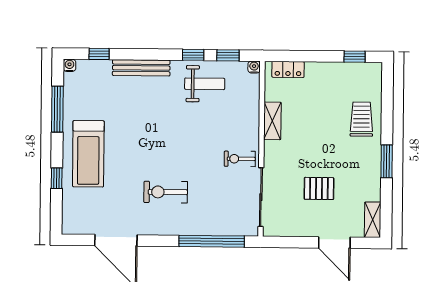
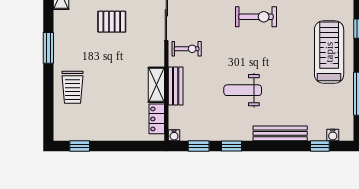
water cooler: (69, 65) -> (333, 135), moved
locker: (288, 69) -> (157, 119), moved, turned -90
weight bench: (205, 84) -> (243, 90), moved
bench: (252, 119) -> (176, 86), added

